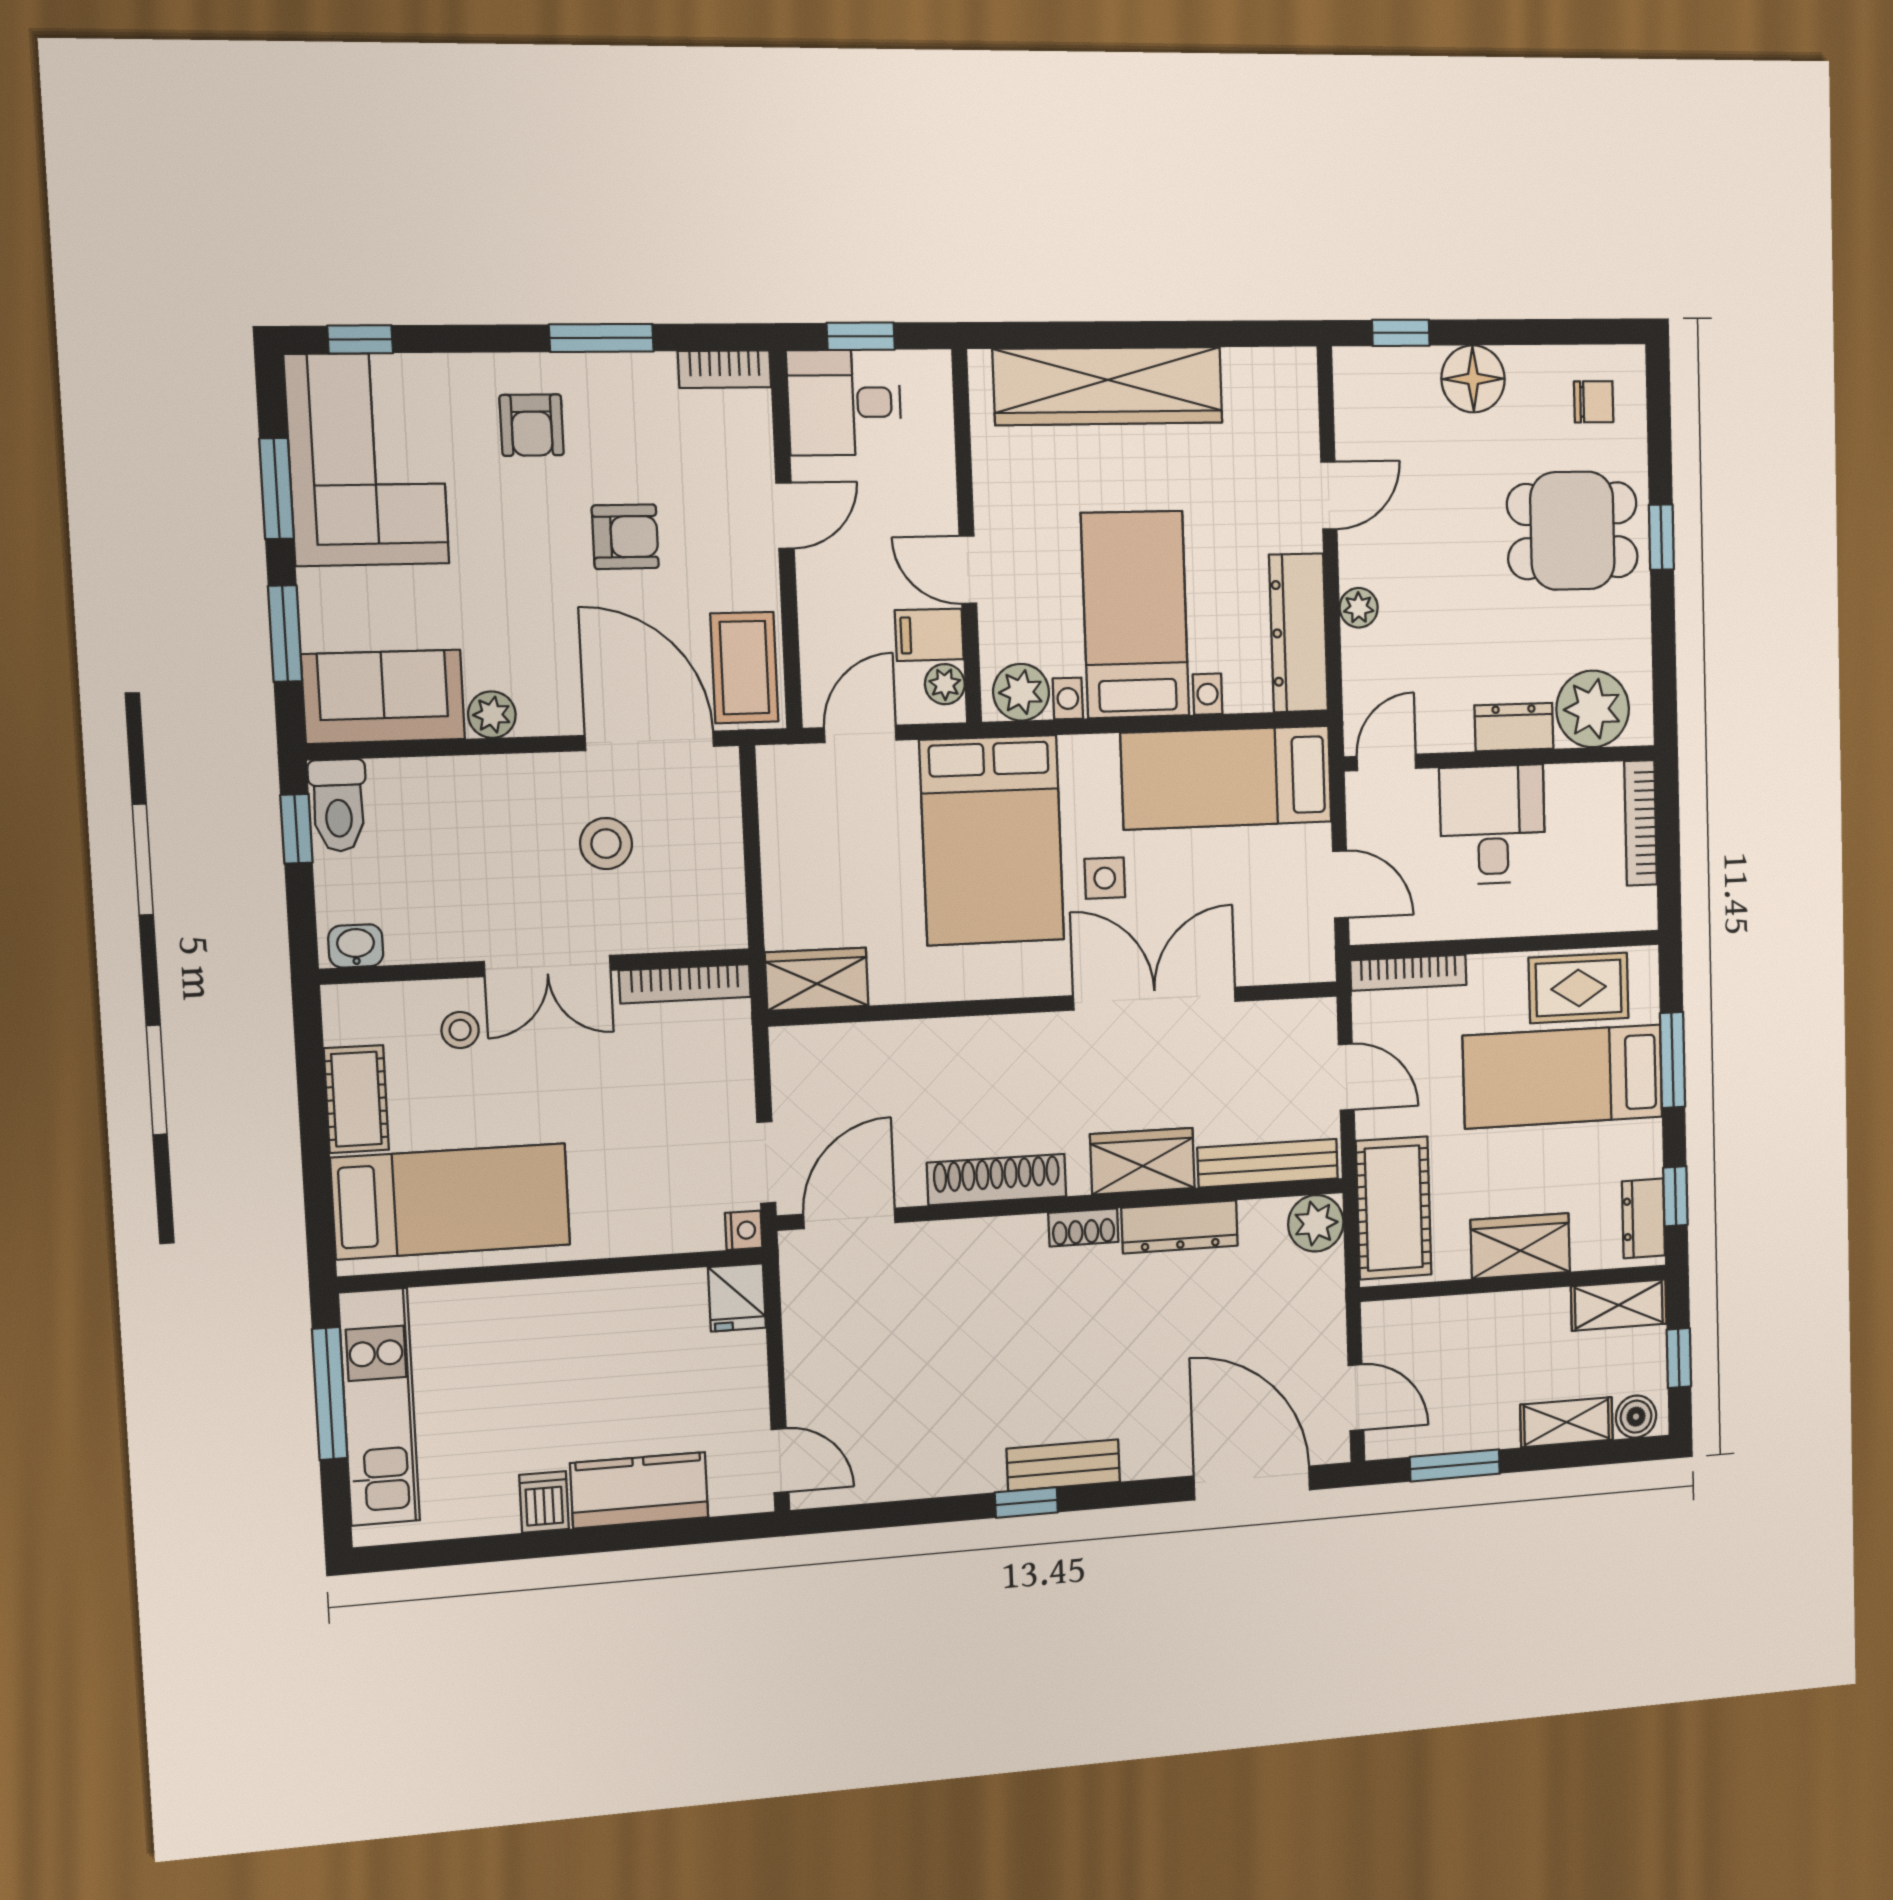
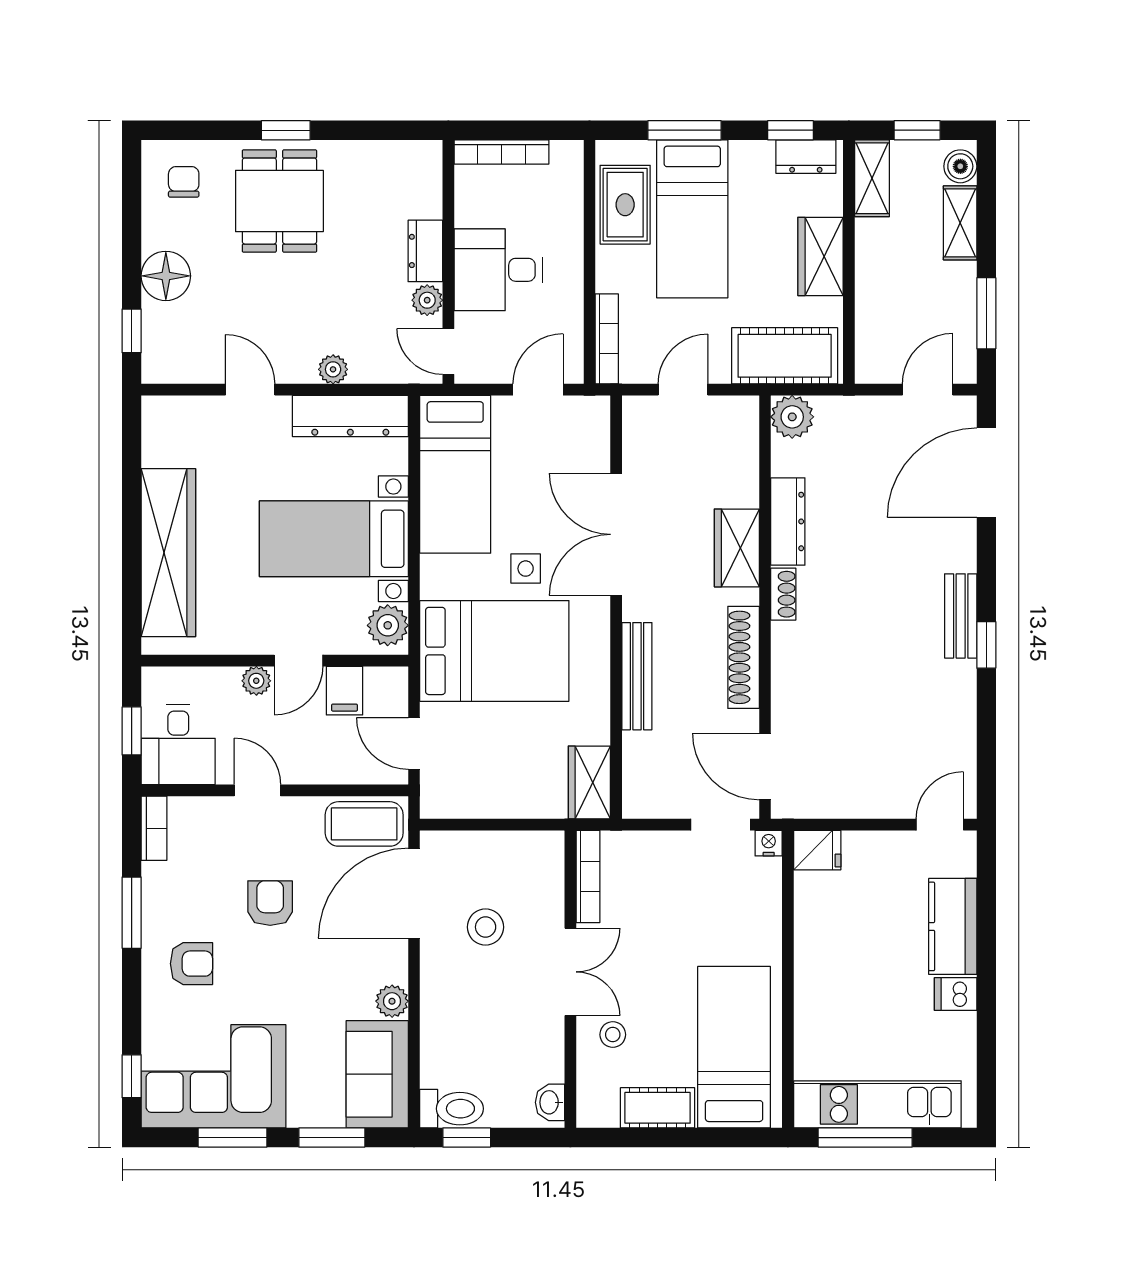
plant: (945, 684) -> (256, 681), moved
plant: (1593, 709) -> (427, 300), moved, width x0.53, depth x0.53
bench: (1268, 1163) -> (637, 676), moved

